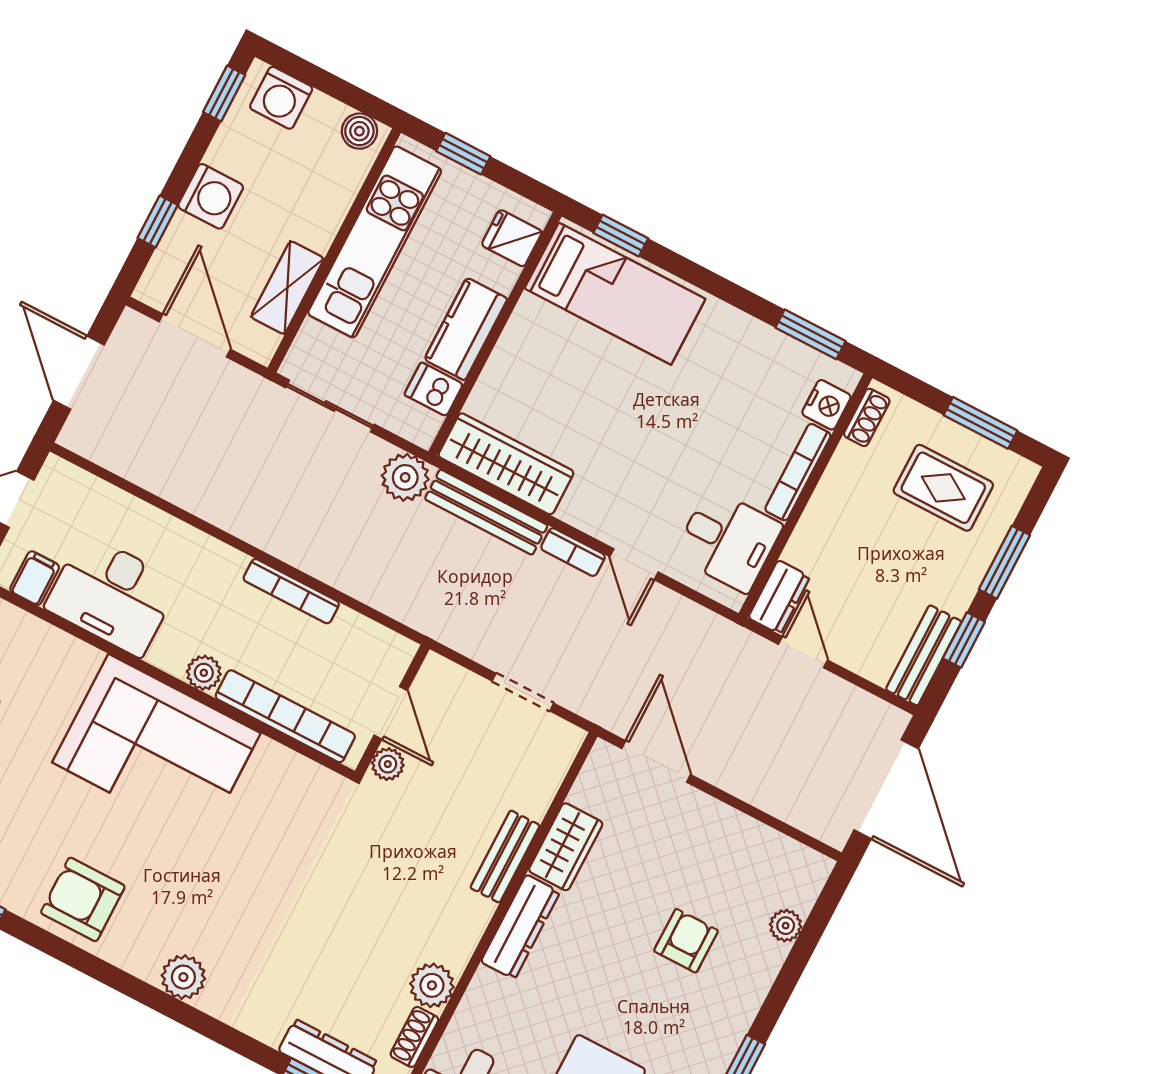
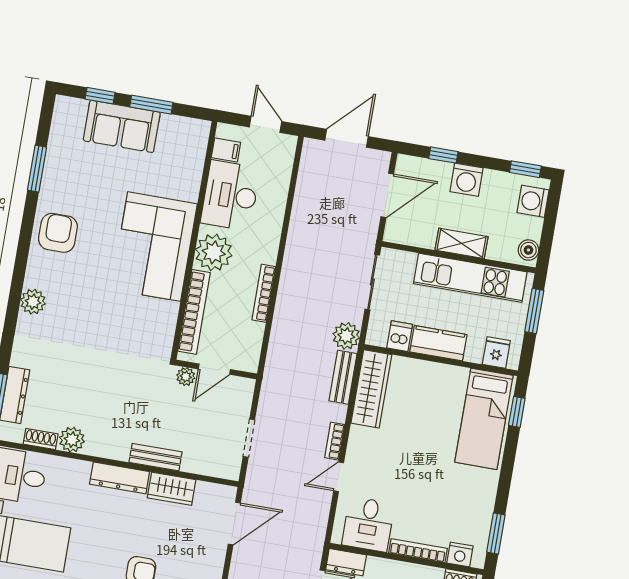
window: (463, 154) -> (534, 311), width x1.50
shelving: (287, 288) -> (462, 243), moved
bench: (486, 512) -> (343, 377), width x0.73
plant: (204, 673) -> (214, 252), width x1.88, depth x1.88

